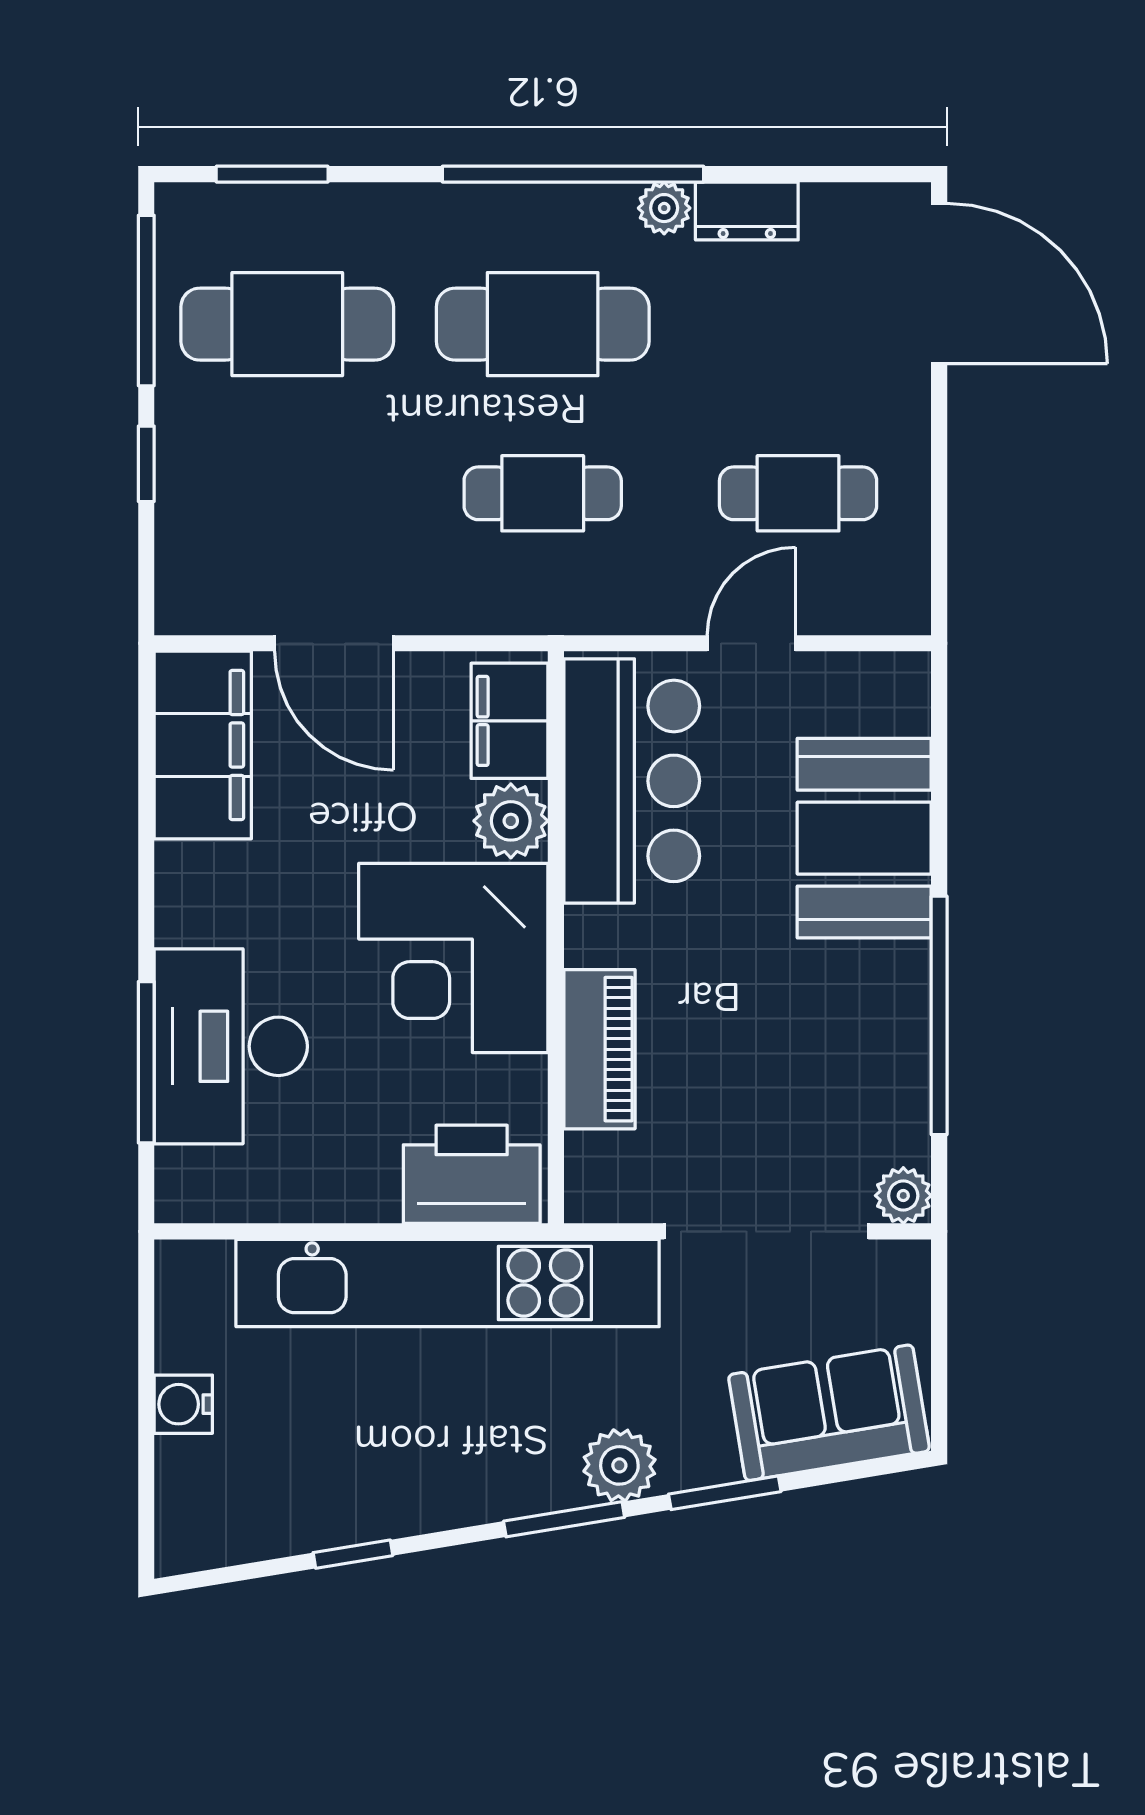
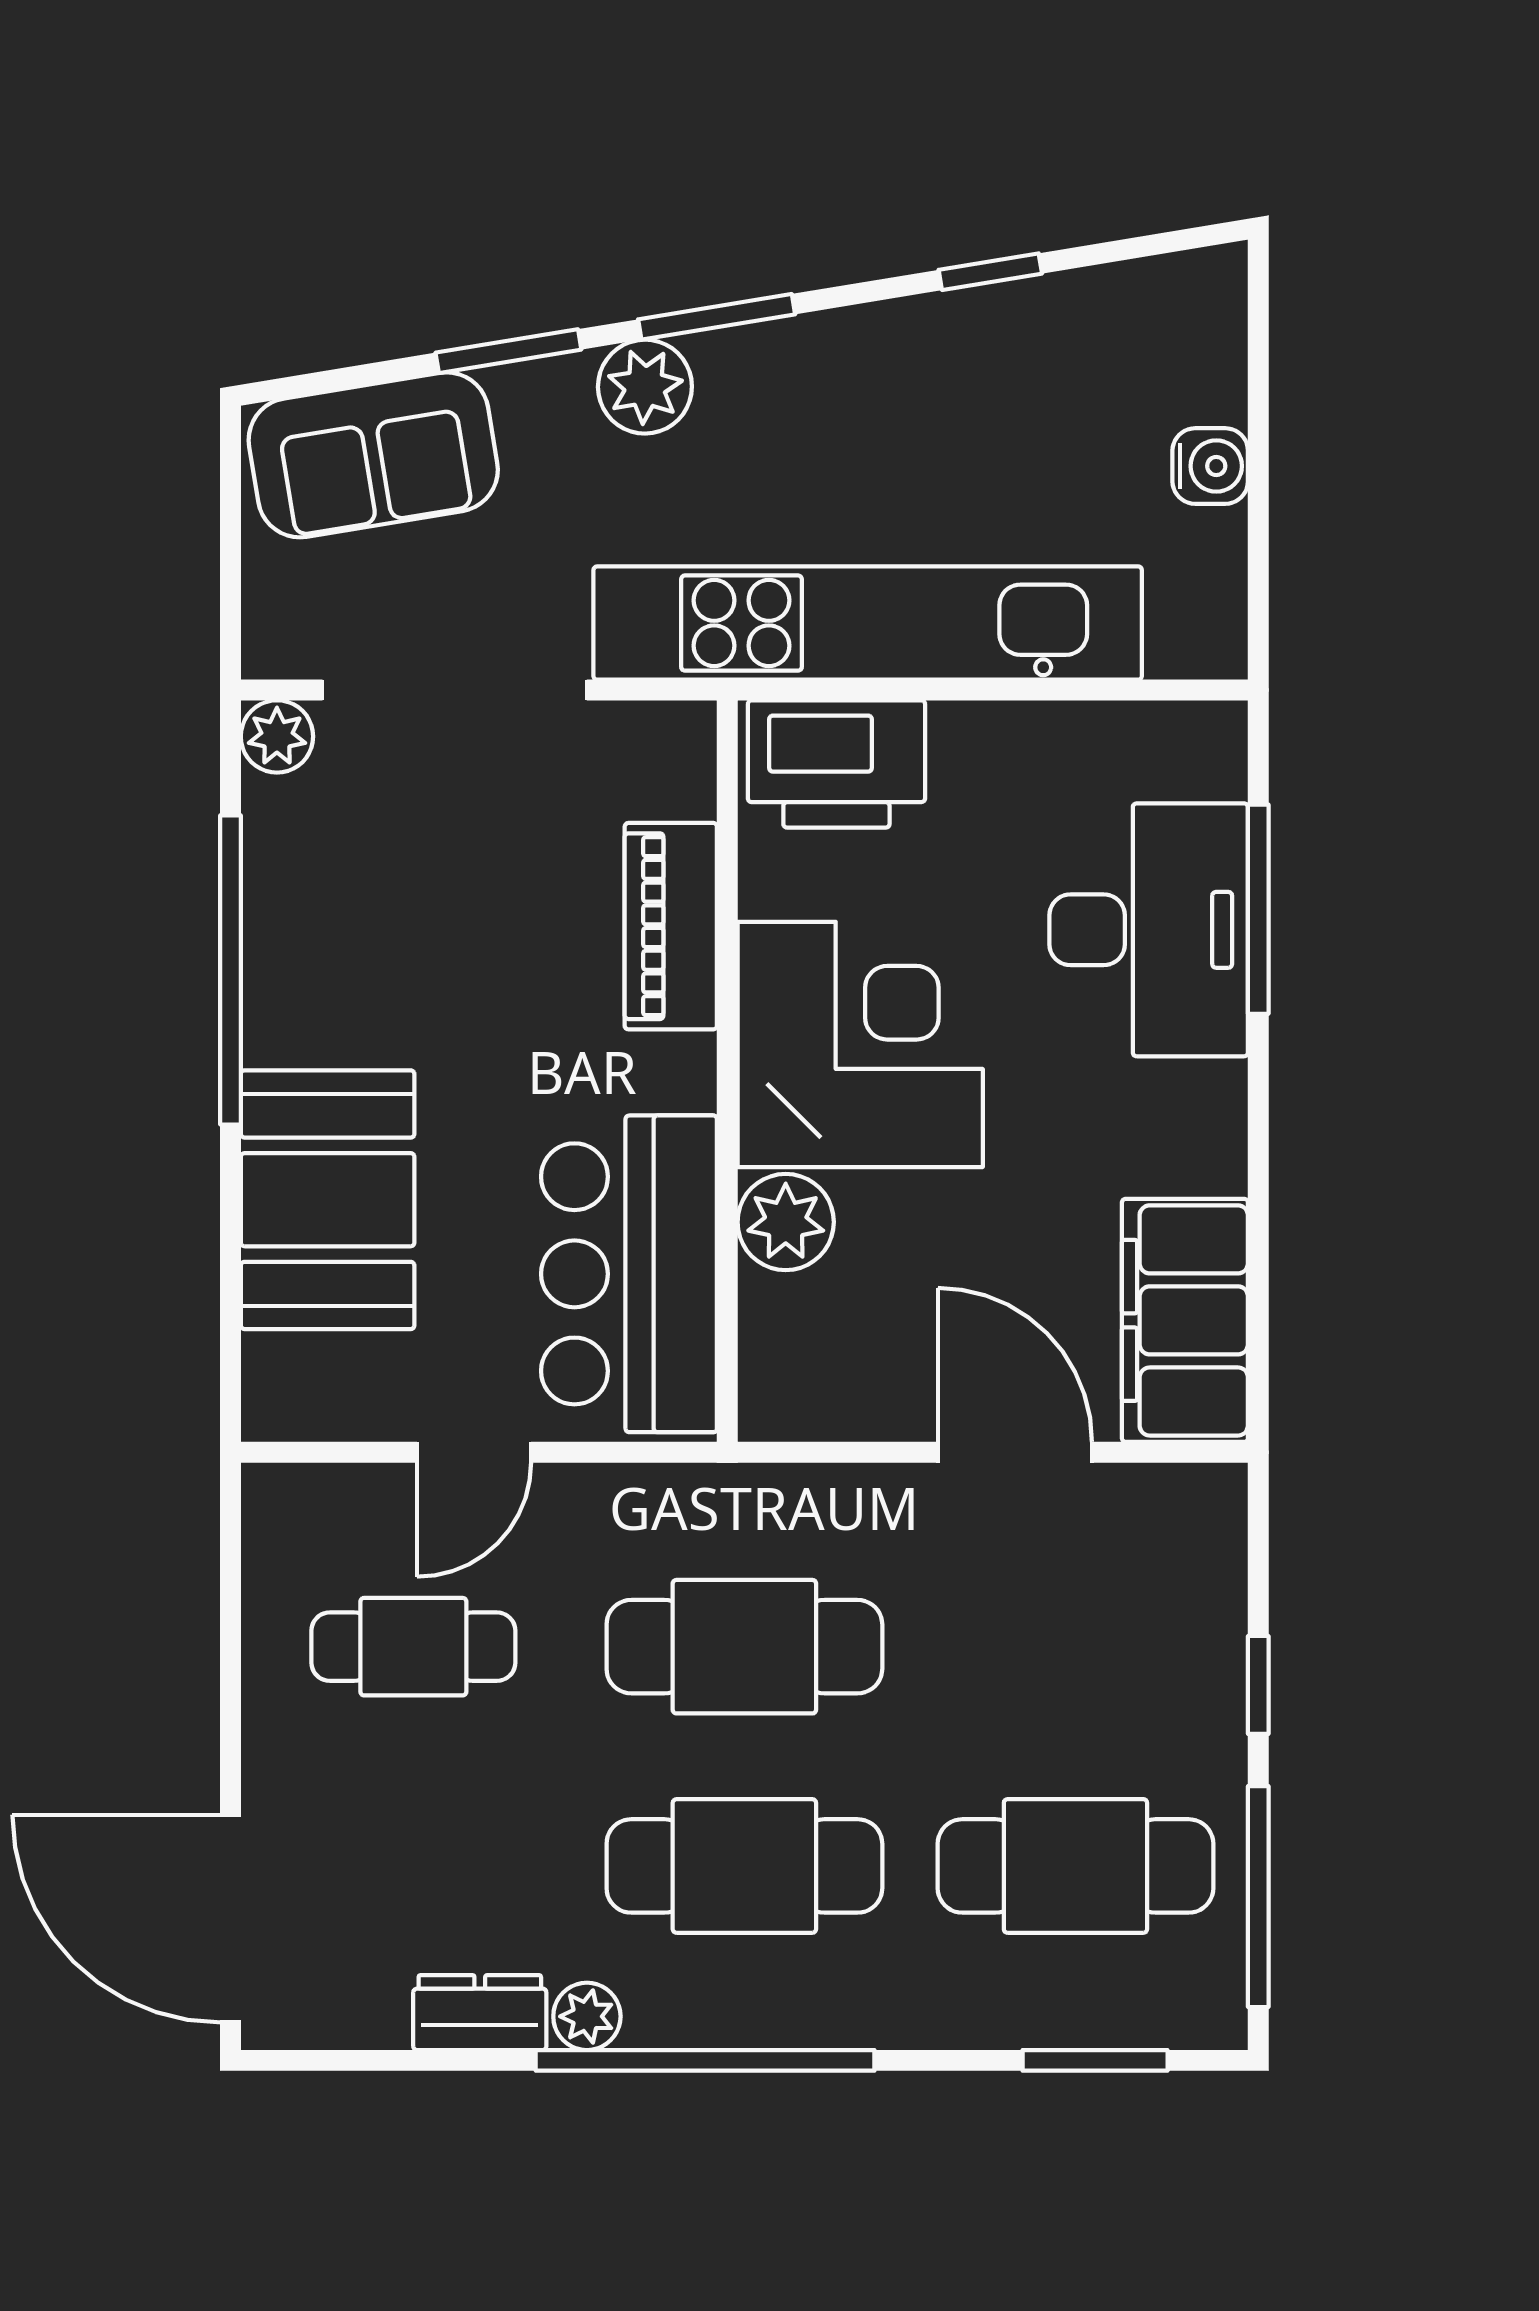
cafe table: (543, 493) -> (744, 1647), width x1.37, depth x1.35
filing cabinet: (510, 721) -> (787, 1352), removed

